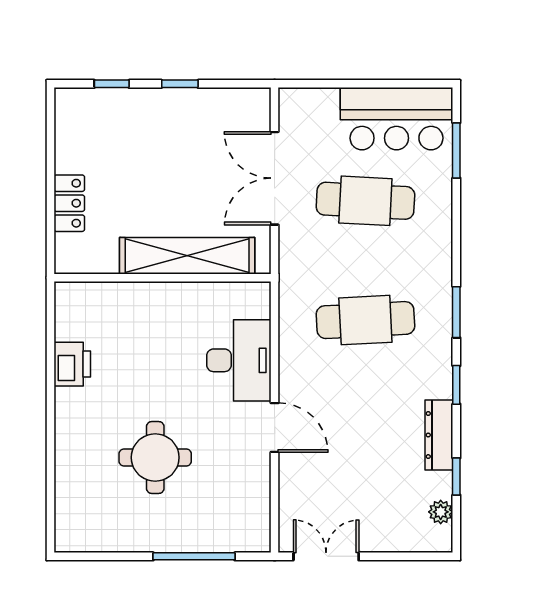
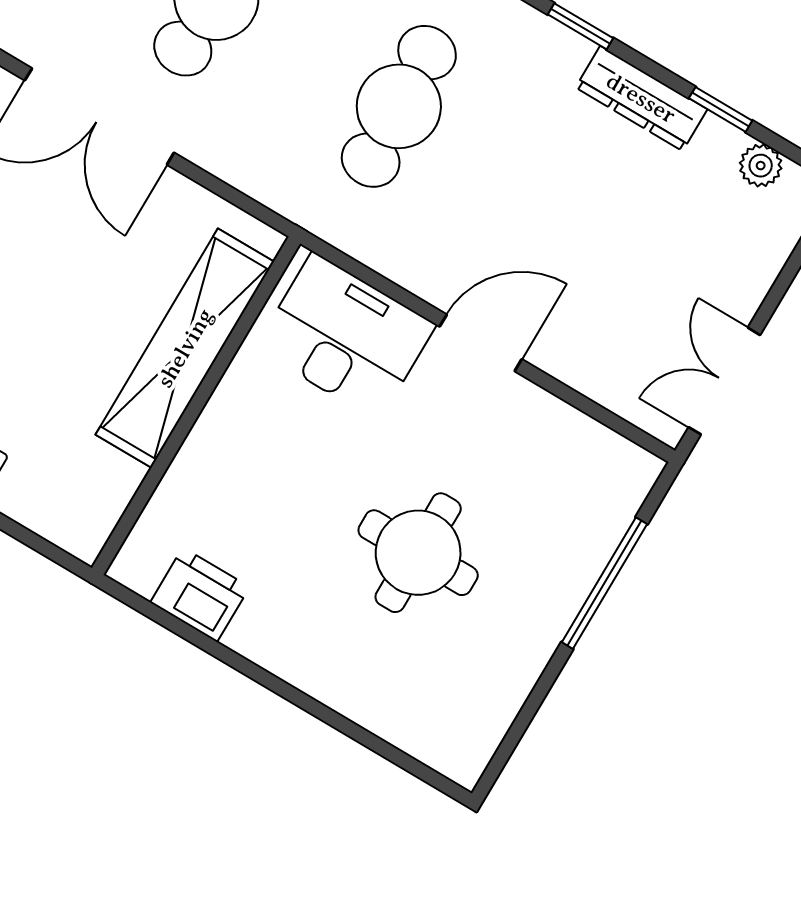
shelving: (187, 256) -> (185, 348), moved
wall: (163, 278) -> (196, 406), moved

